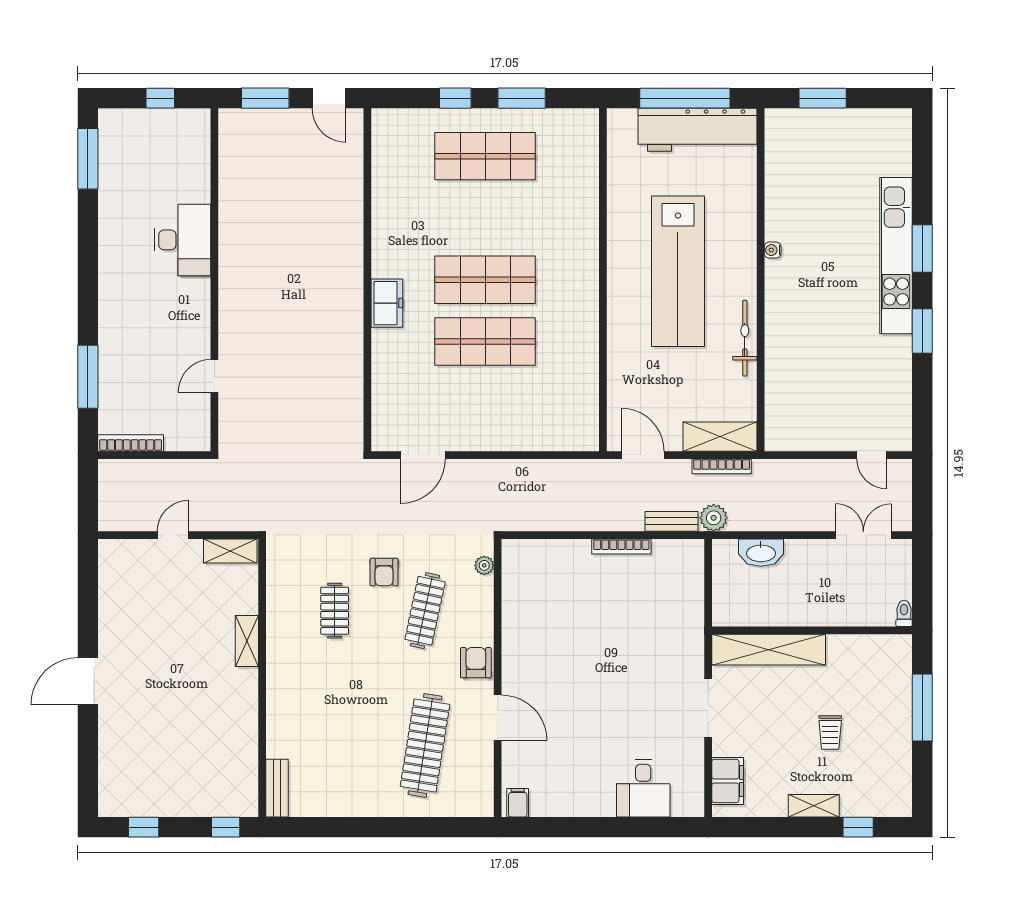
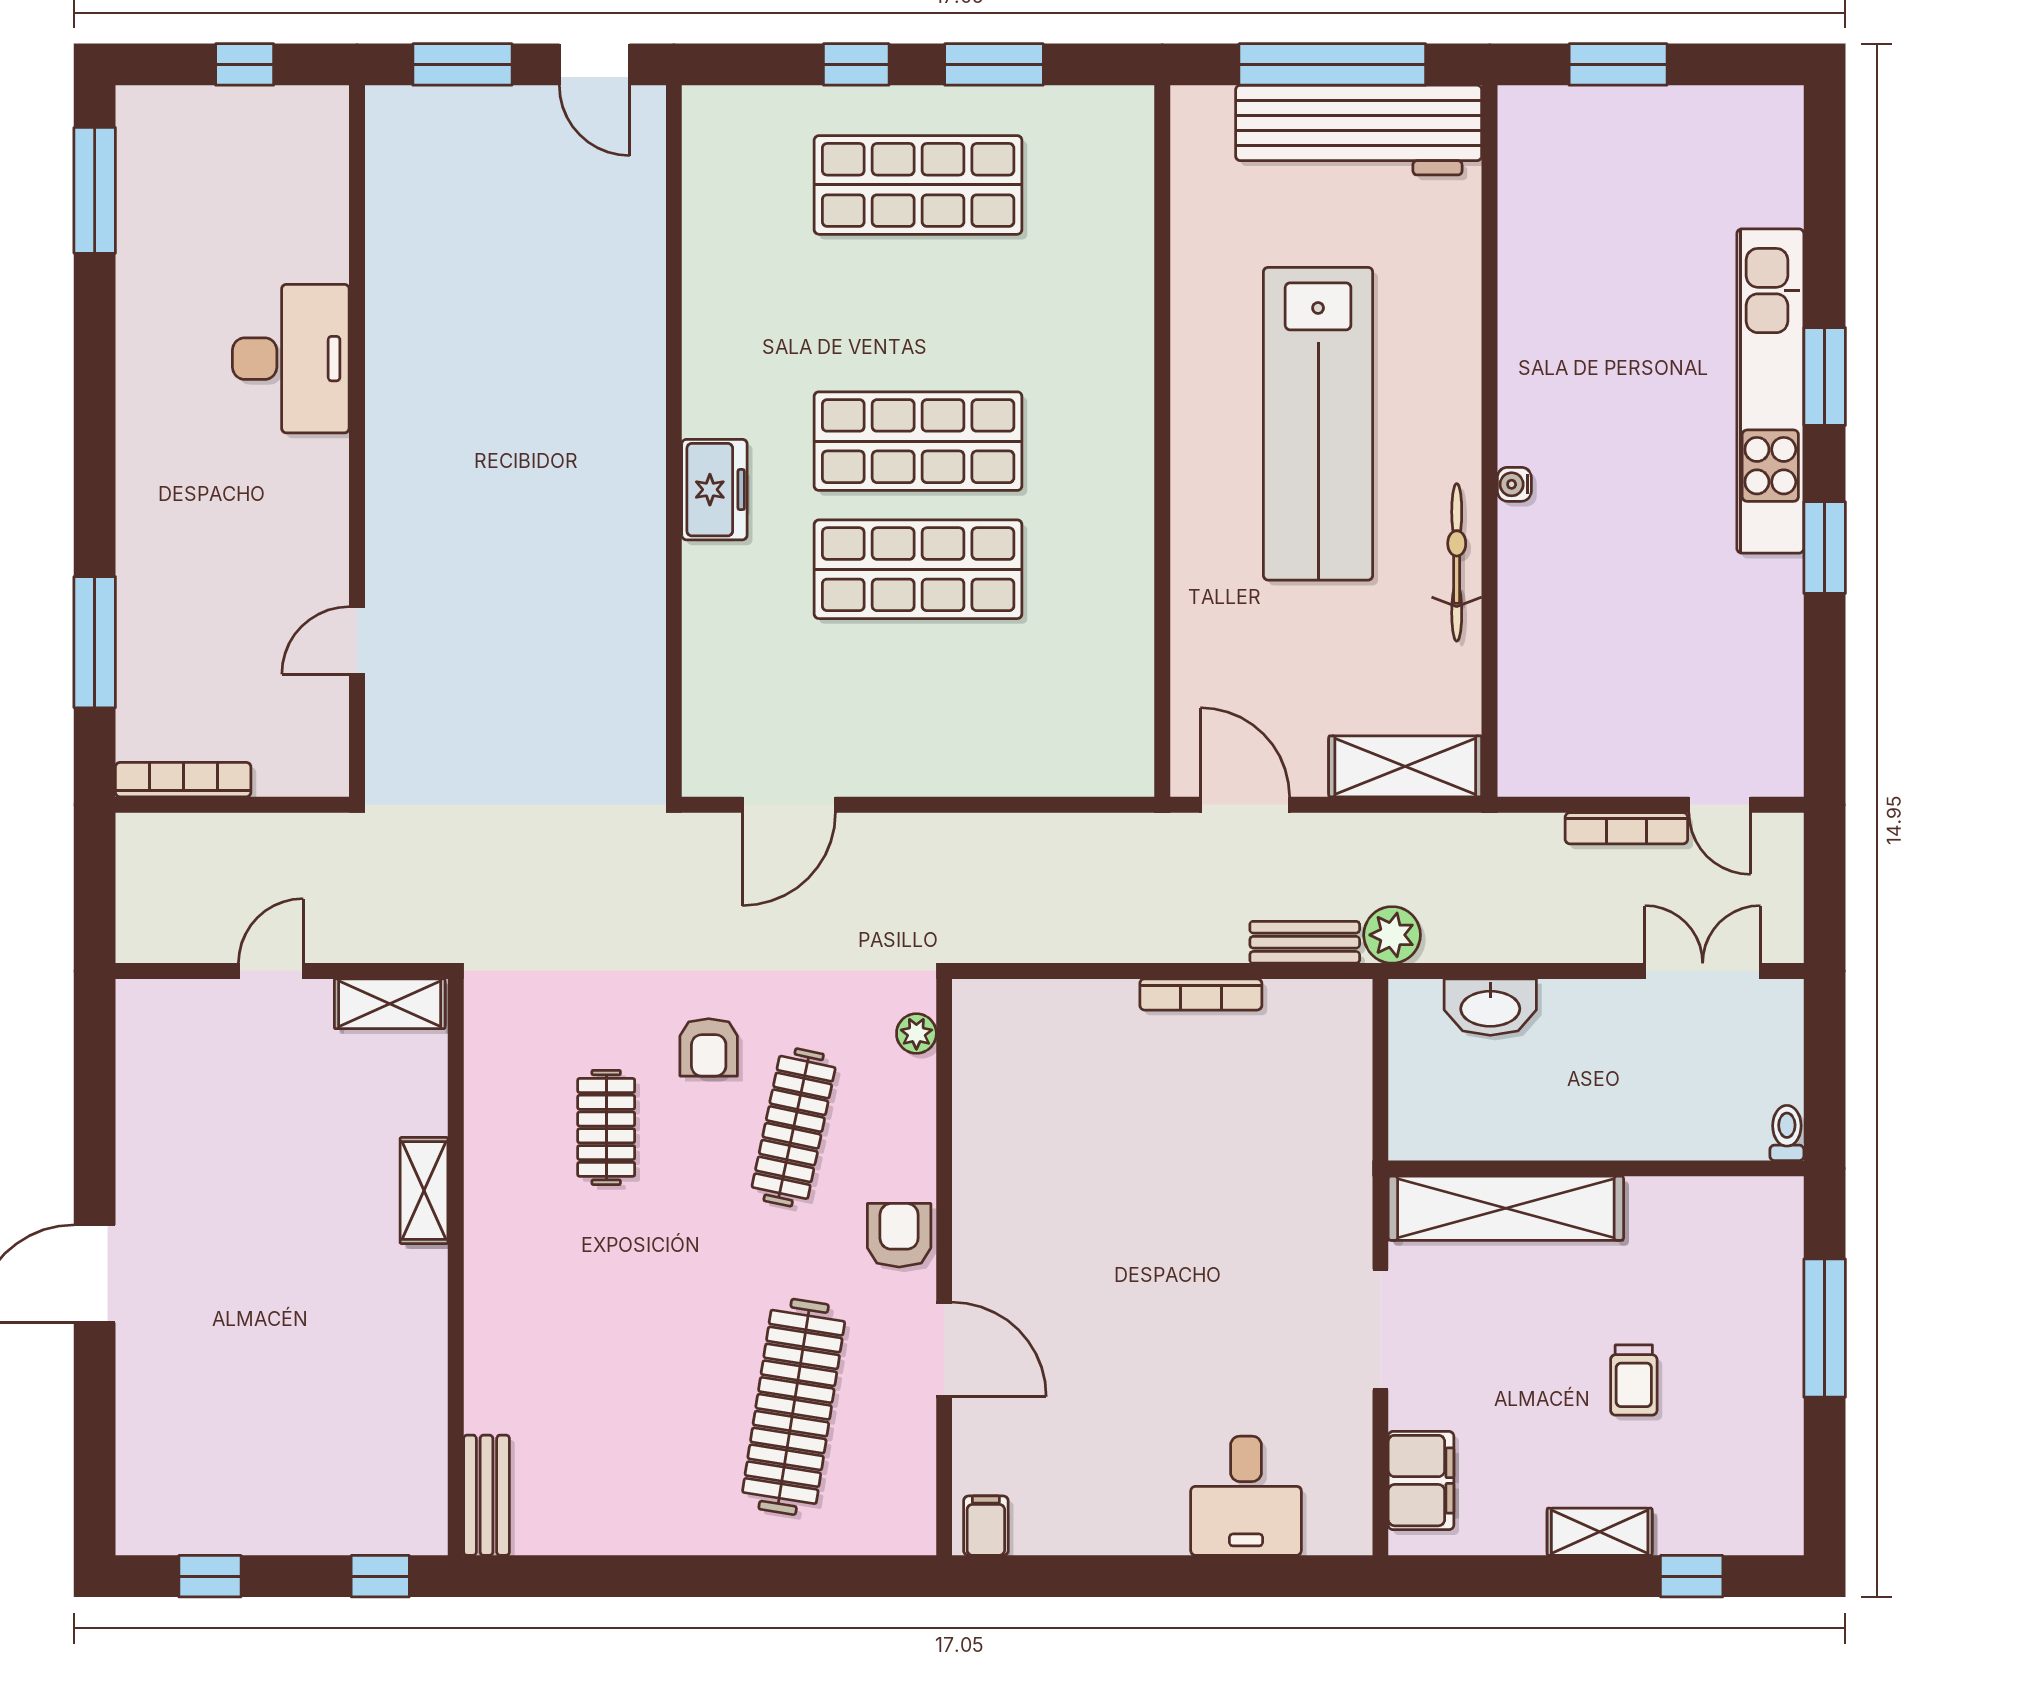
water cooler: (773, 250) -> (1514, 484), moved
bookcase: (722, 466) -> (1626, 828), moved

